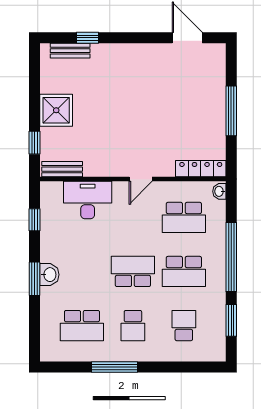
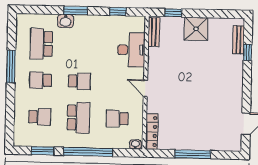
school desk: (184, 217) -> (117, 119), width x0.54
school desk: (133, 271) -> (79, 81), width x0.54
school desk: (184, 271) -> (78, 118), turned 180
washbasin: (49, 275) -> (65, 21), moved

